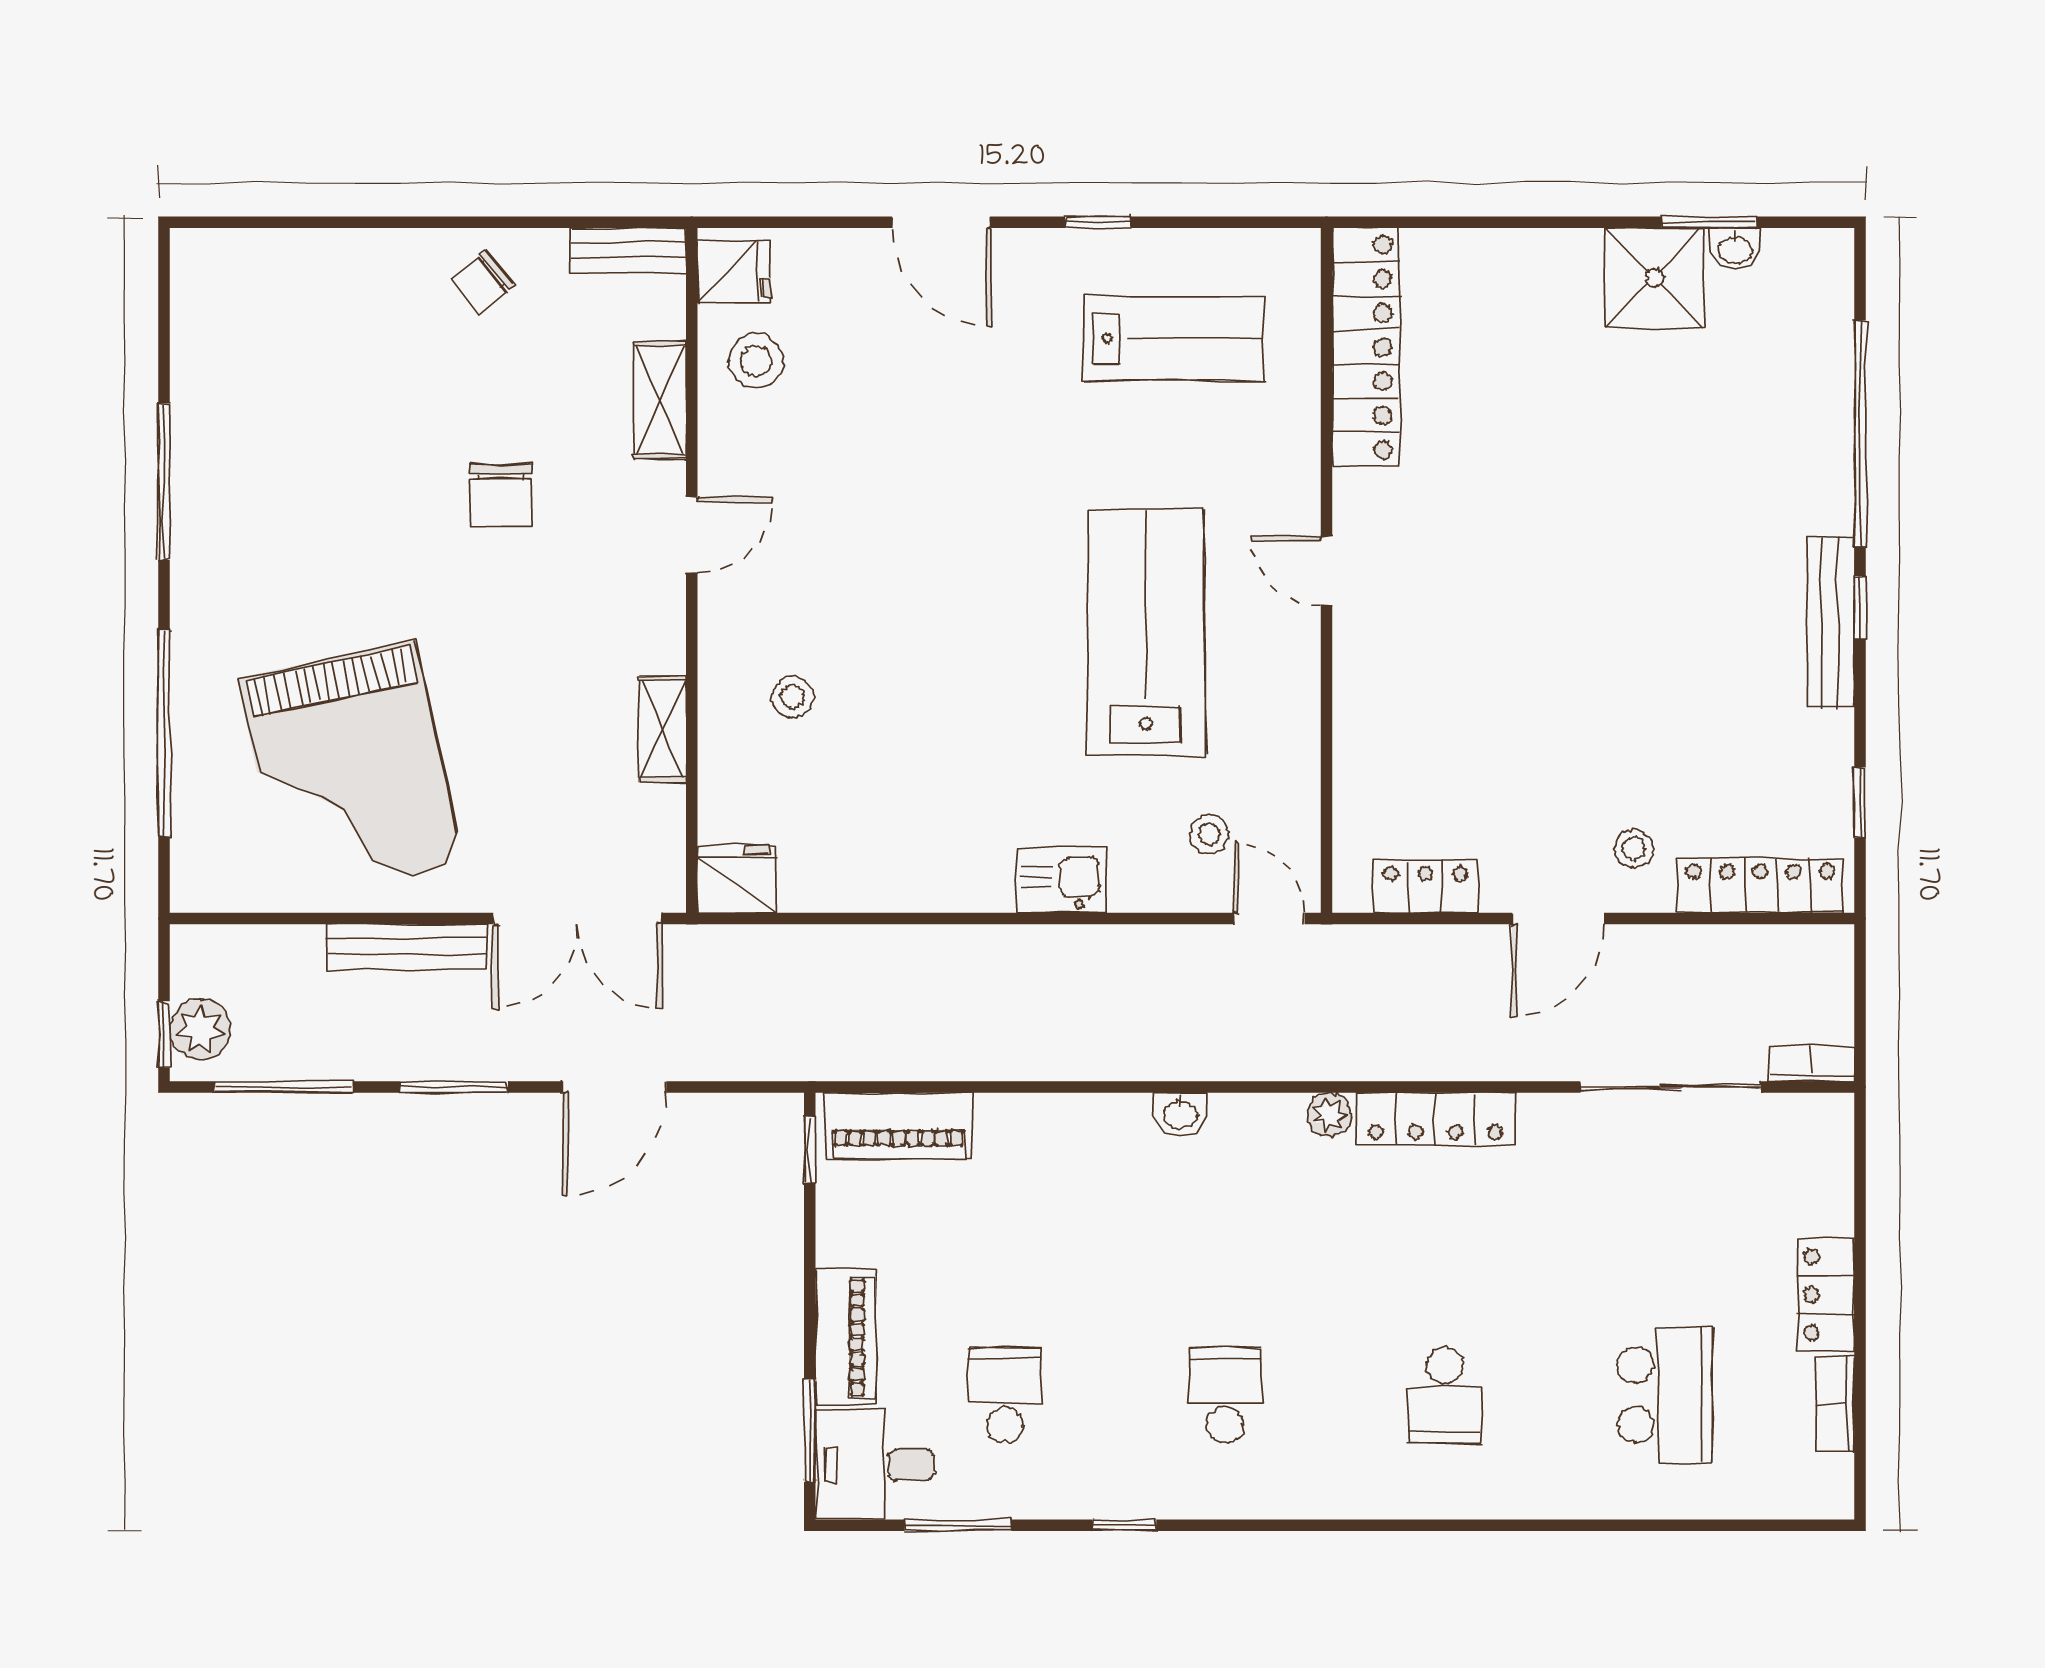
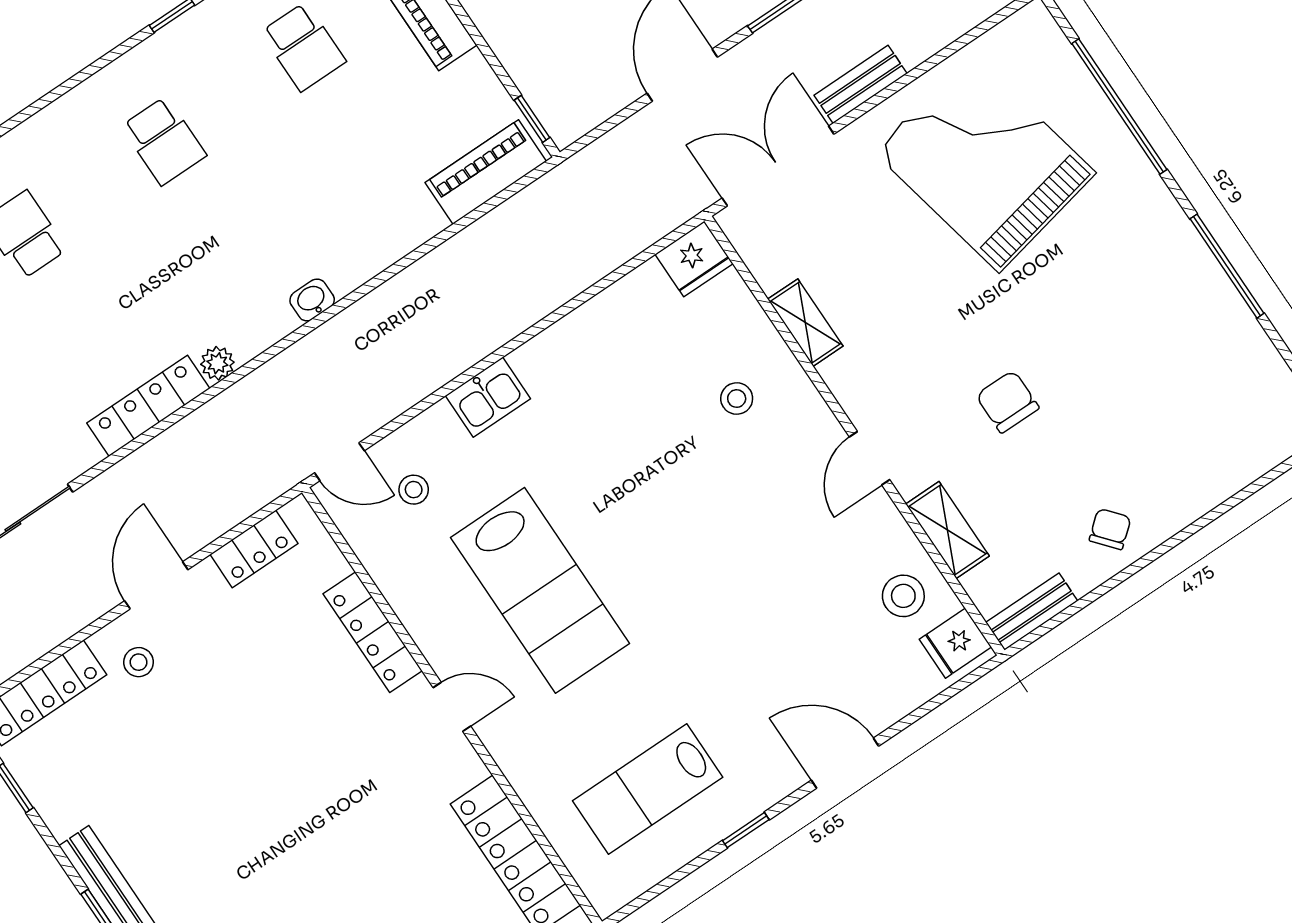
locker: (1358, 710) -> (373, 632), added
bench: (407, 947) -> (861, 84), width x0.73

